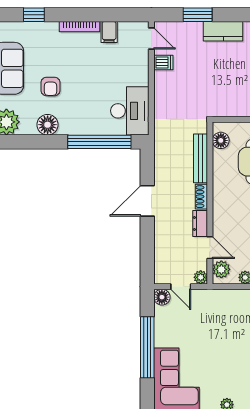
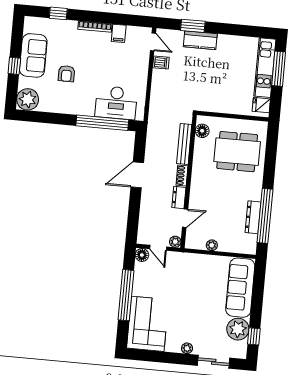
kitchen counter: (223, 31) -> (200, 40), moved
desk: (130, 111) -> (116, 103), moved, turned 90
floor lamp: (48, 125) -> (61, 105), removed
door: (210, 248) -> (185, 218), hinge flipped
plant: (221, 269) -> (193, 237), removed

